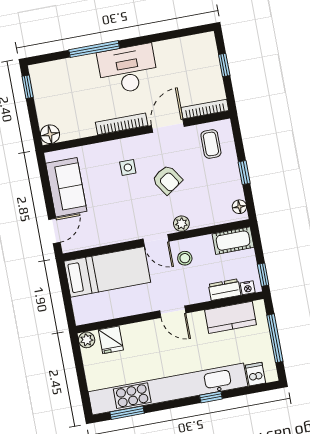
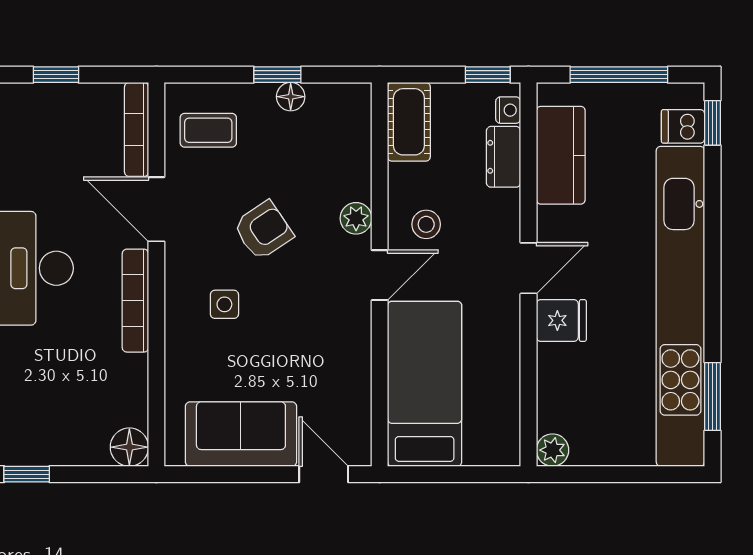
floor lamp: (239, 207) -> (291, 97), moved
fridge: (111, 340) -> (561, 320), moved
window: (211, 397) -> (713, 123), moved

